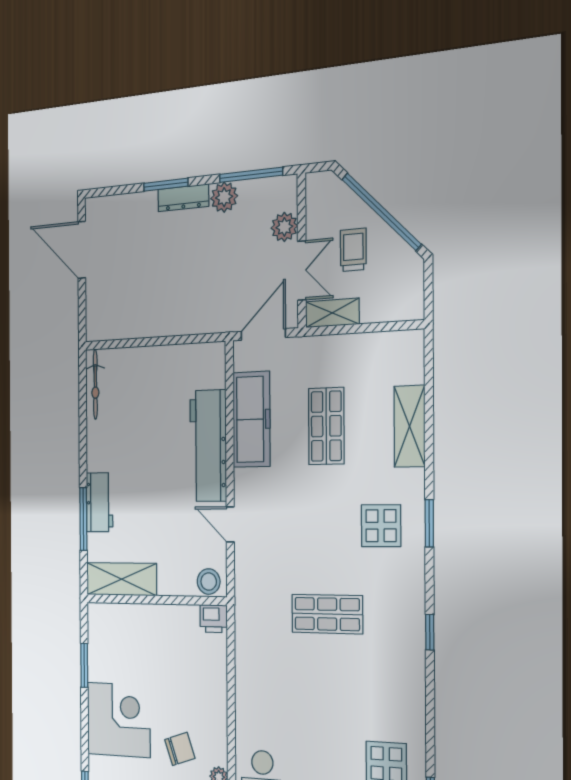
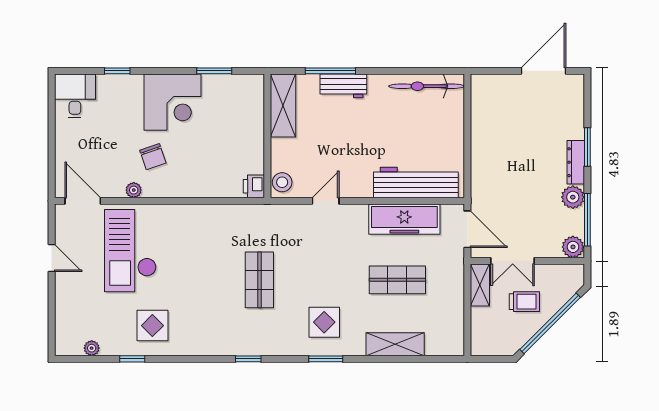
plant: (284, 227) -> (573, 247), moved
bicycle: (95, 384) -> (427, 86), width x1.37, depth x1.40
workbench: (208, 446) -> (416, 182), moved

